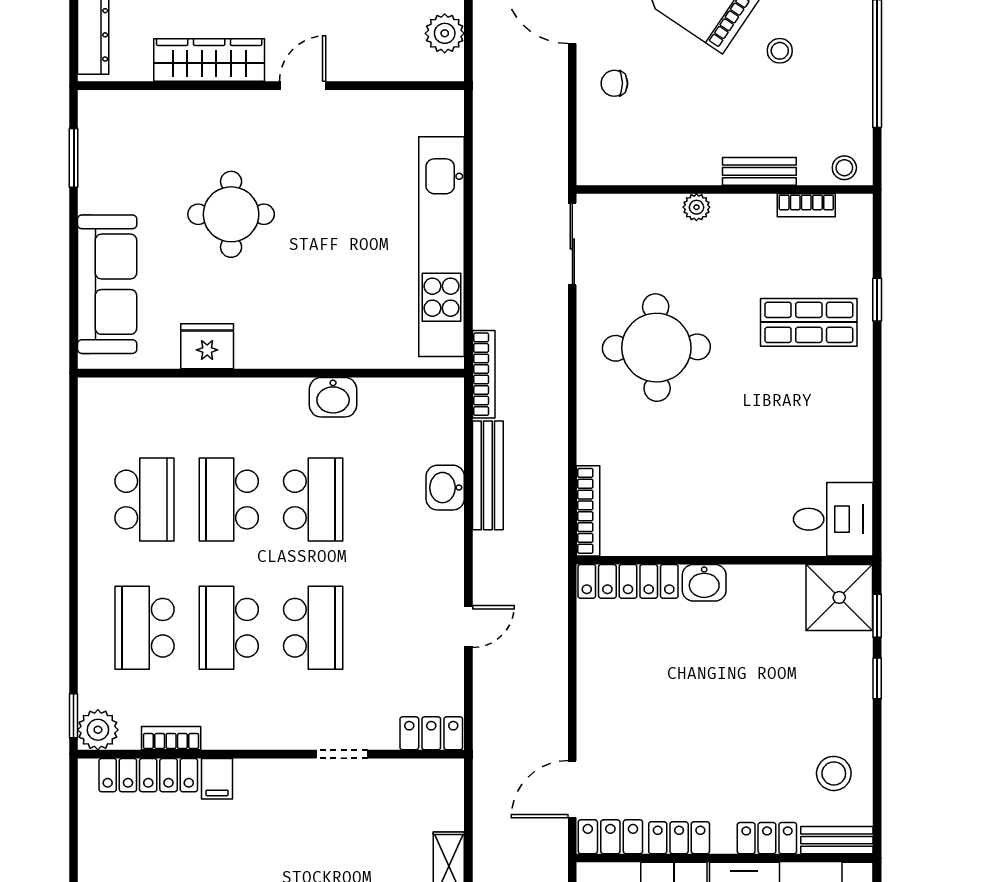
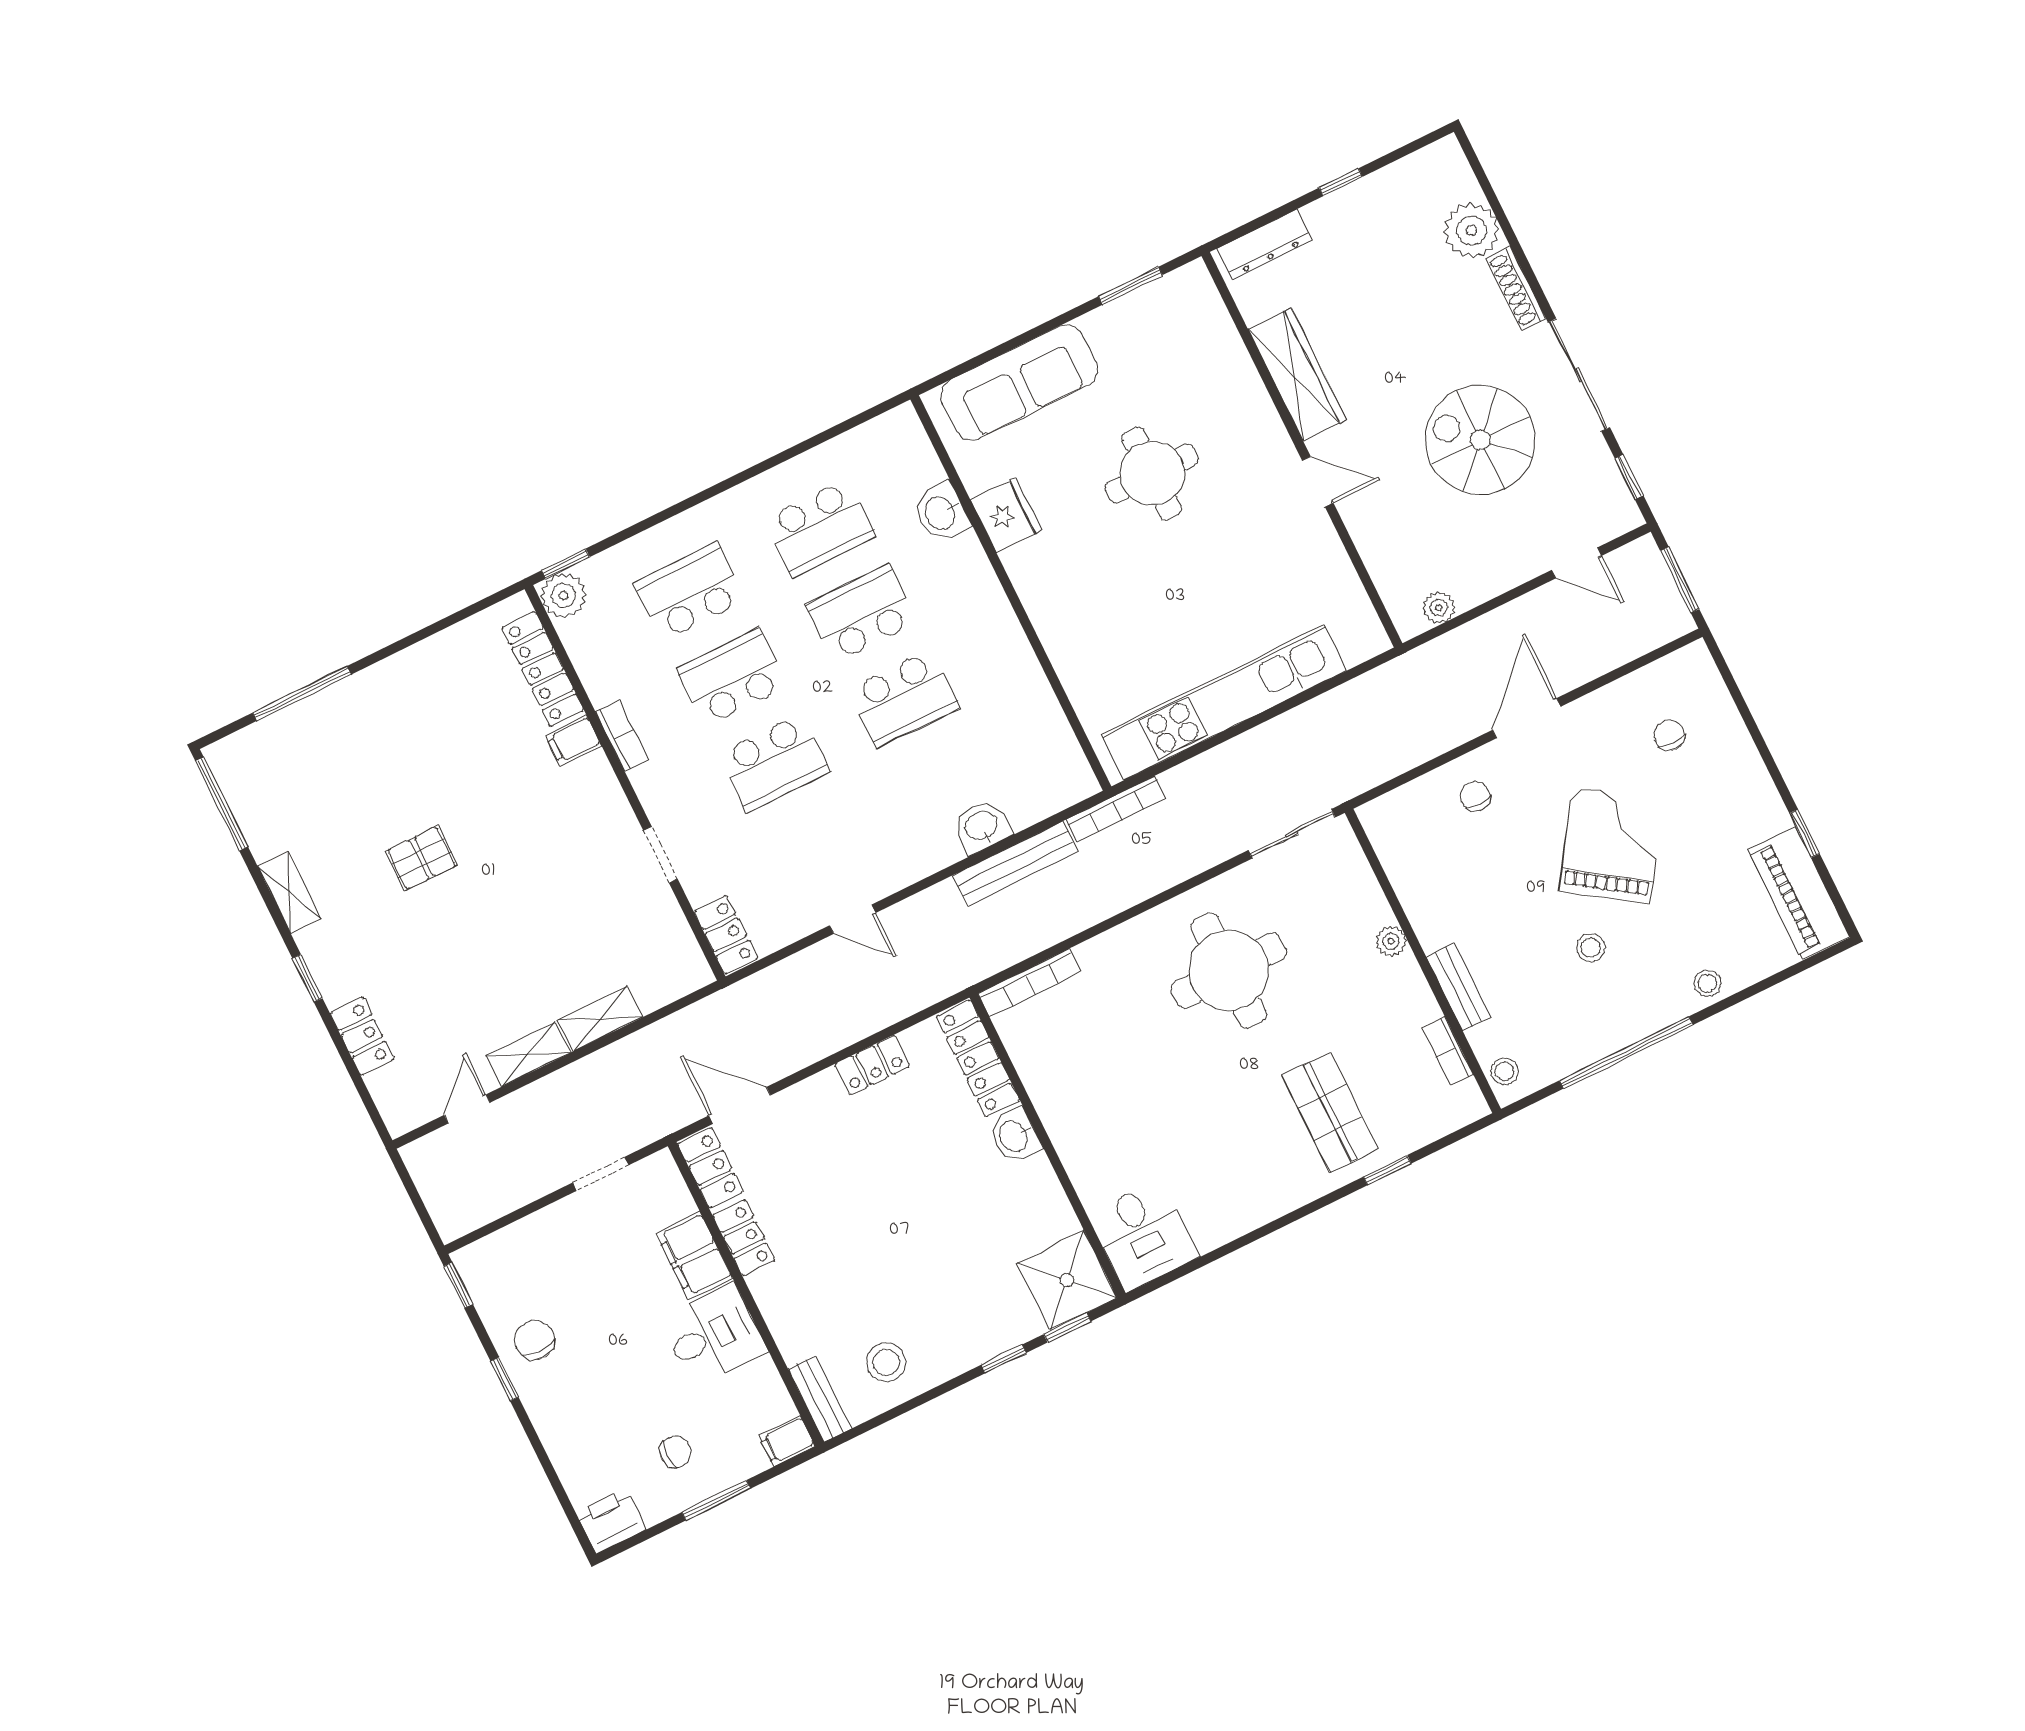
plant: (445, 33) -> (1439, 608), width x0.73, depth x0.73
washbasin: (333, 397) -> (941, 513), moved
bookcase: (171, 738) -> (622, 735), moved
locker: (767, 838) -> (872, 1065), moved, turned 90

